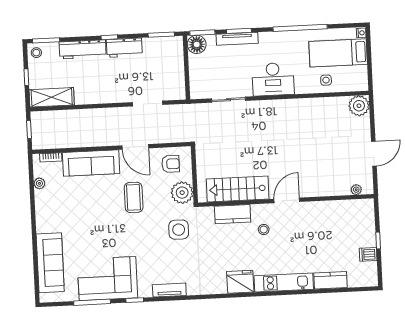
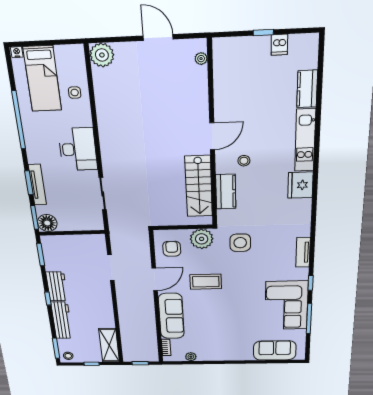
door: (287, 200) -> (212, 136), swing flipped
sofa: (50, 263) -> (275, 350), width x0.73

